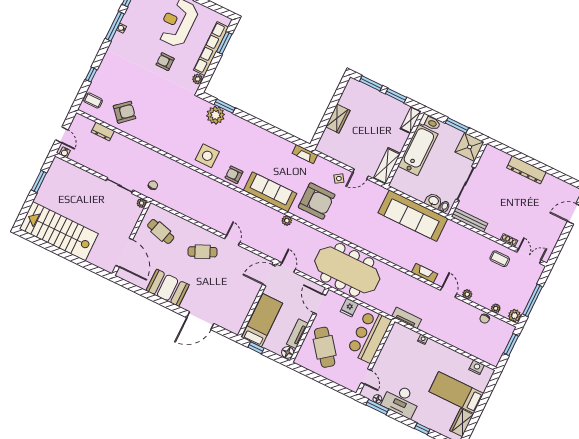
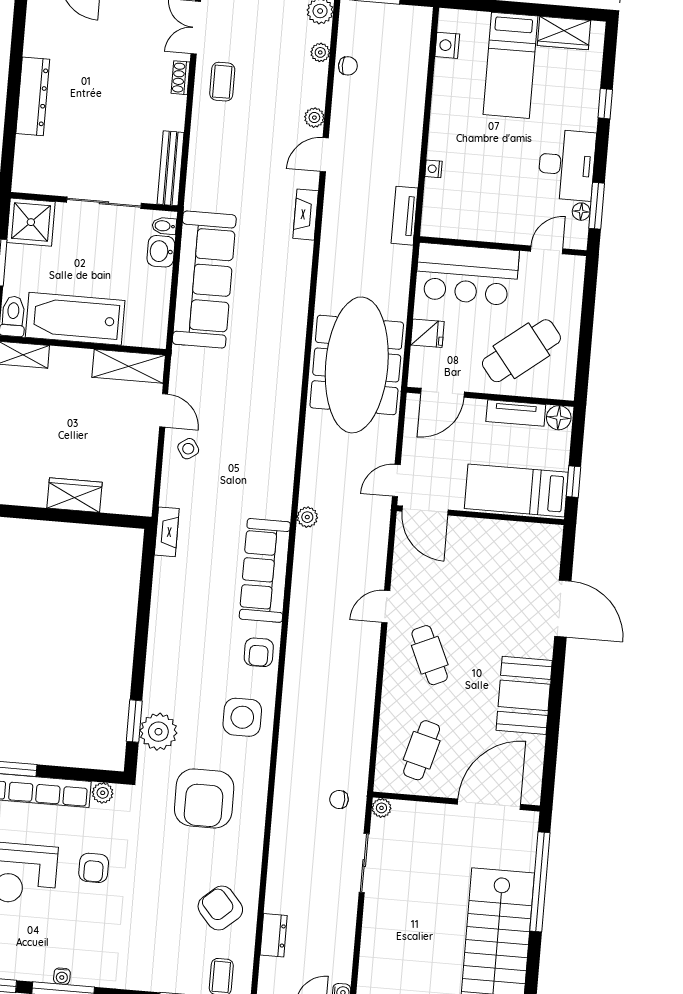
armchair: (317, 201) -> (204, 798), moved, turned 180
window: (80, 262) -> (540, 882), added

